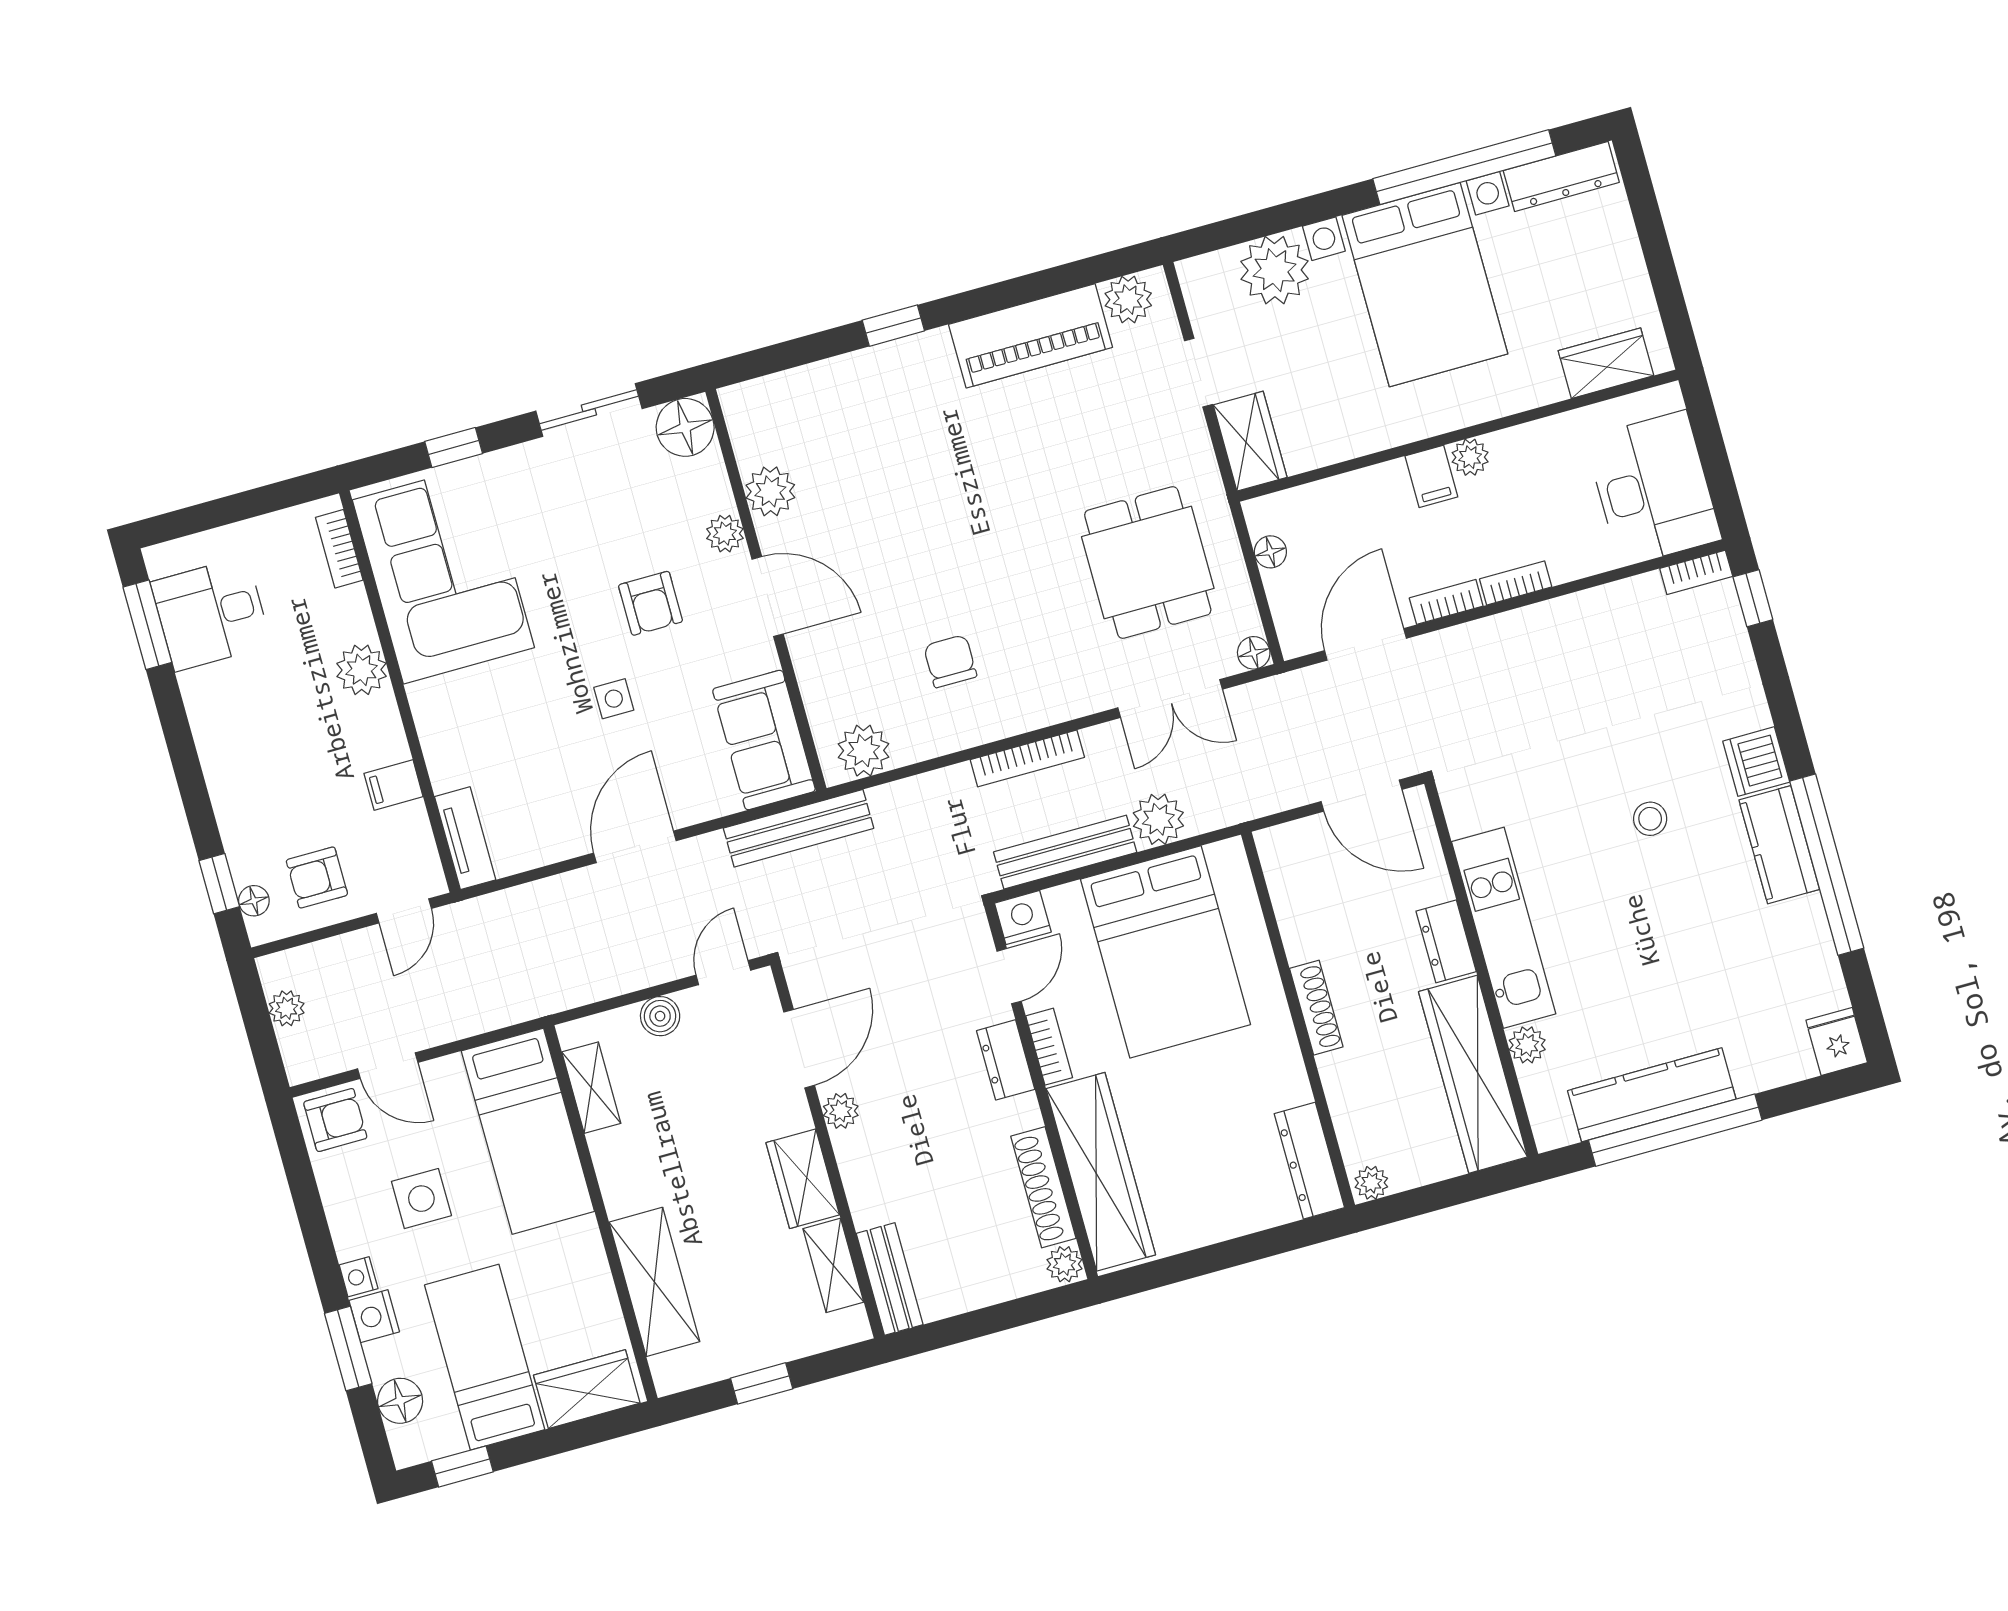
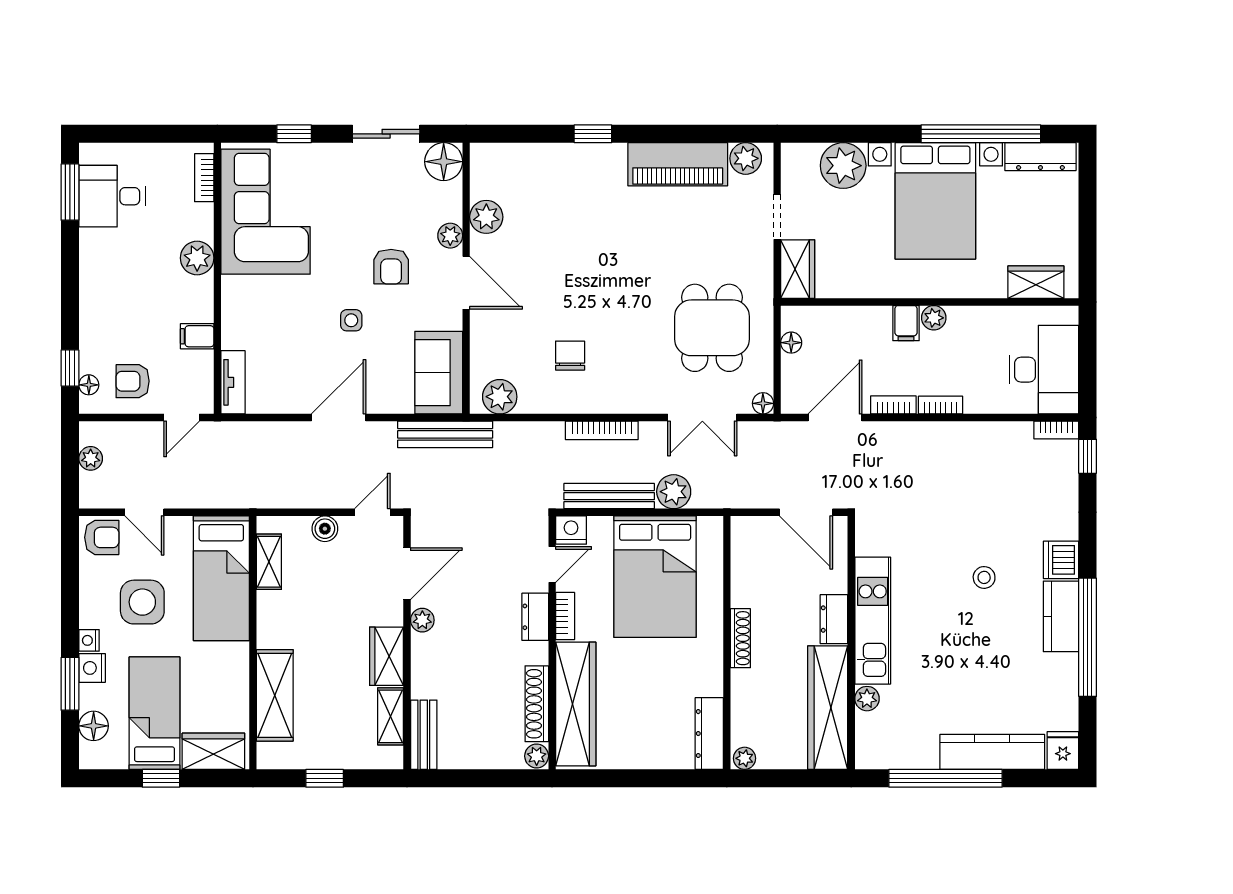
kitchen counter: (1652, 1095) -> (992, 752), moved
side table: (421, 1199) -> (142, 602), width x1.37, depth x1.37
window: (462, 1466) -> (161, 778), moved

